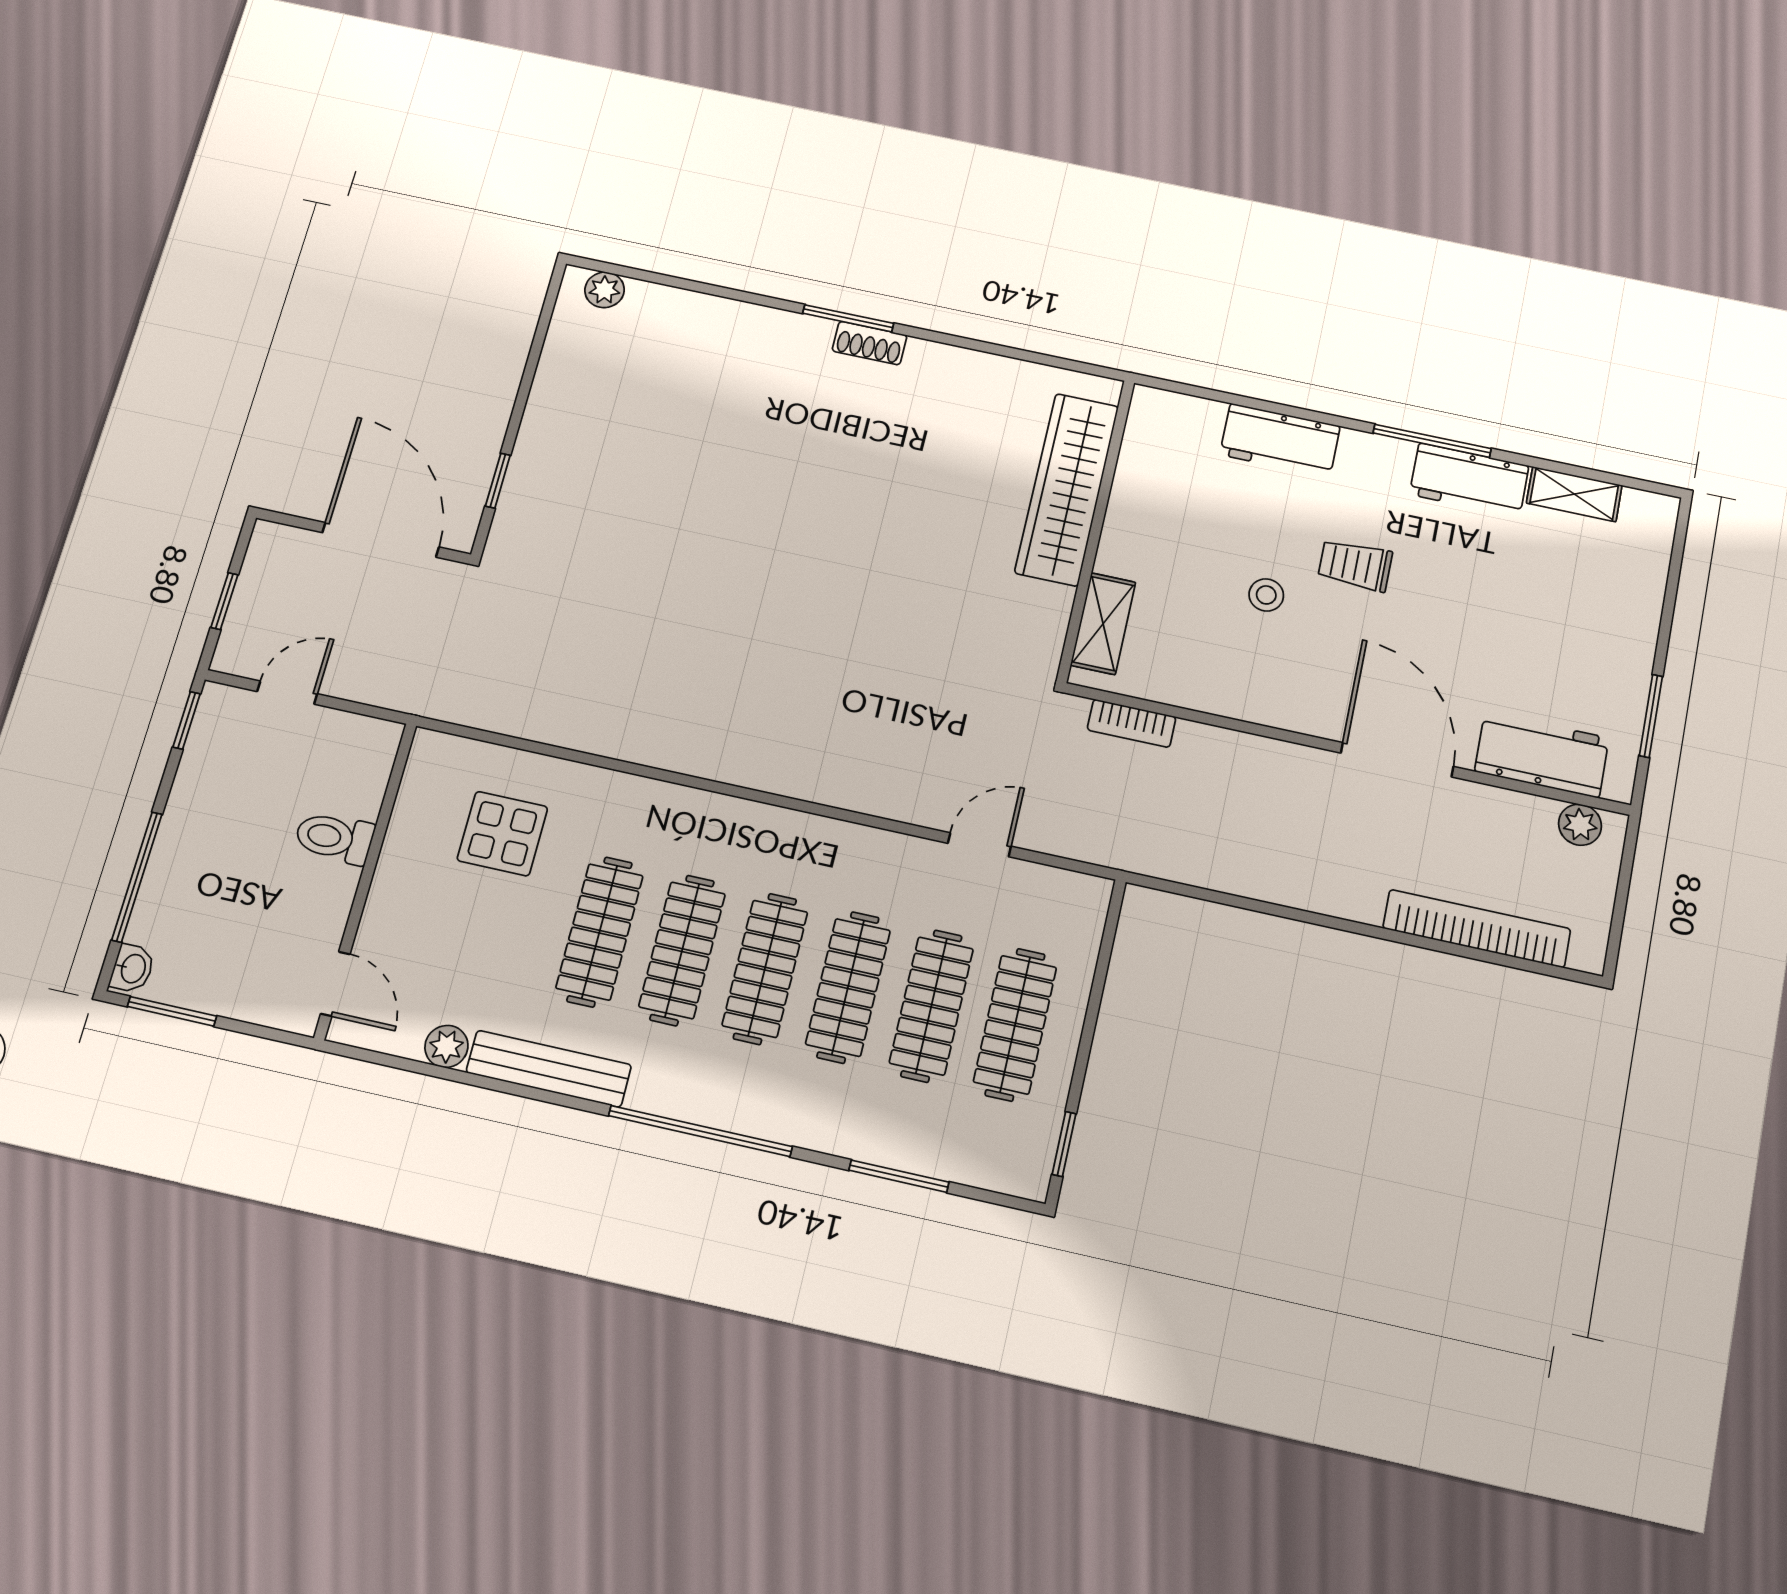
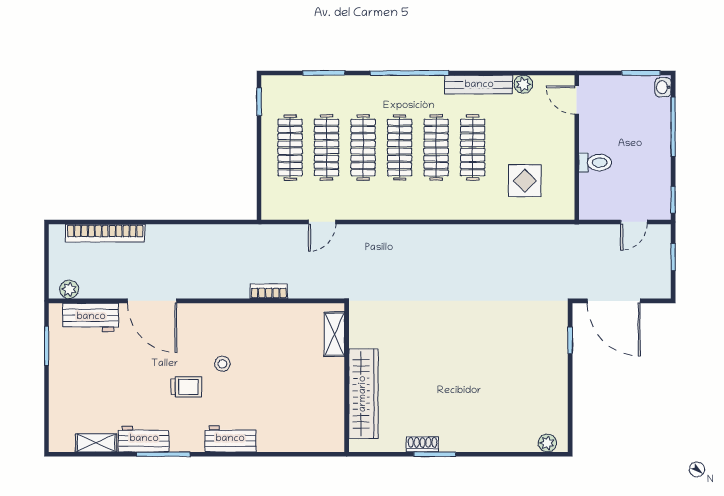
wardrobe: (1067, 489) -> (363, 394), moved
wall: (1096, 530) -> (347, 378), moved
shelving: (1103, 624) -> (334, 334), moved

